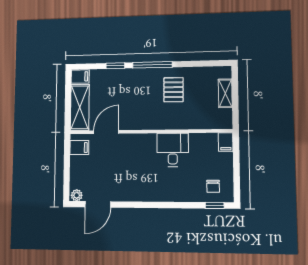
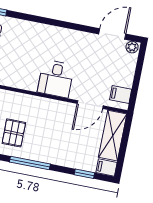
window: (115, 66) -> (84, 174), moved
desk: (173, 150) -> (56, 79), moved

